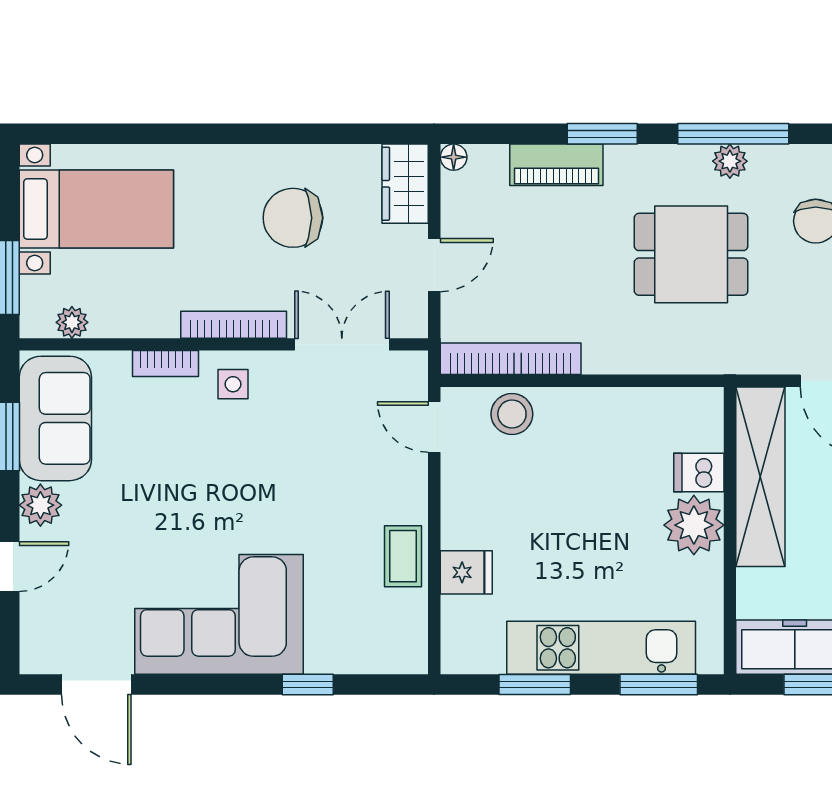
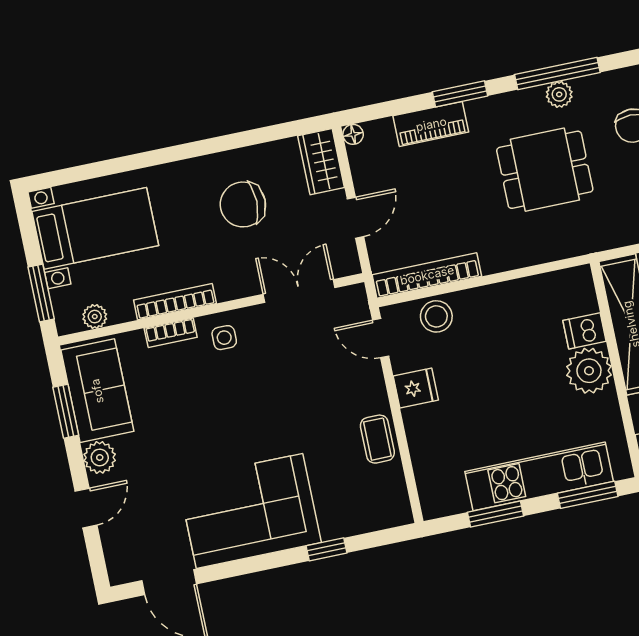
bookcase: (234, 325) -> (175, 302), moved
fridge: (466, 572) -> (416, 388), moved

